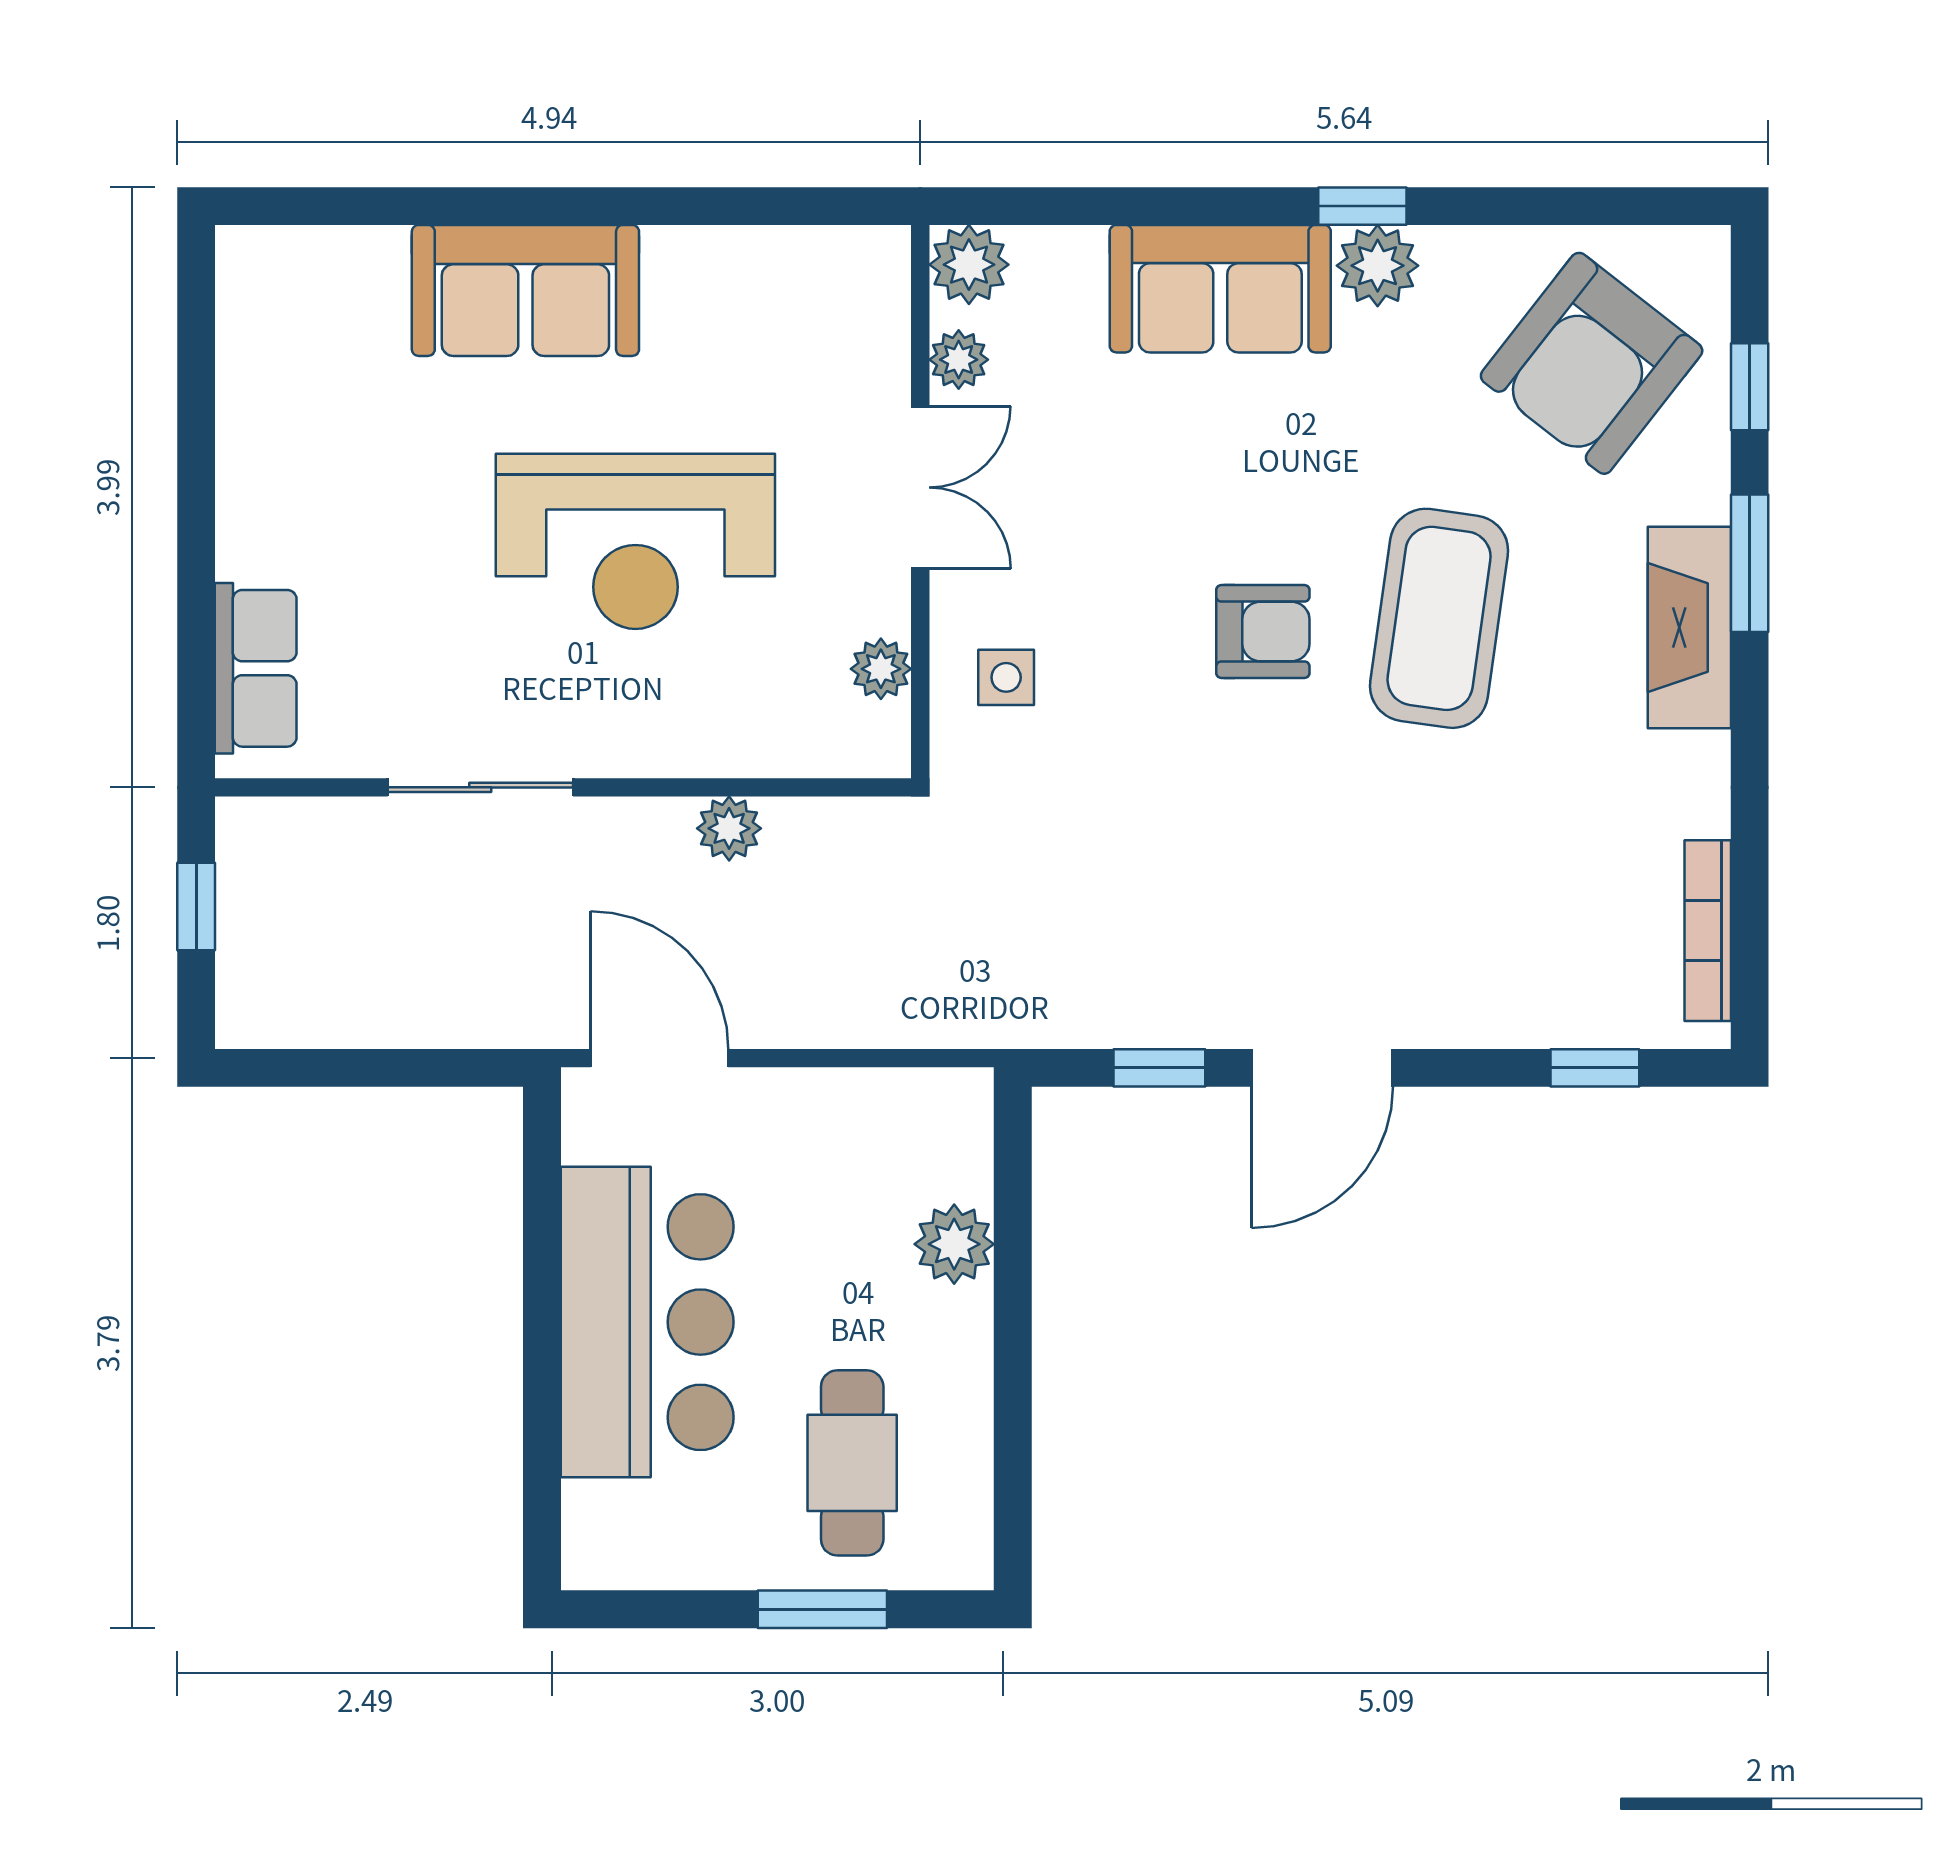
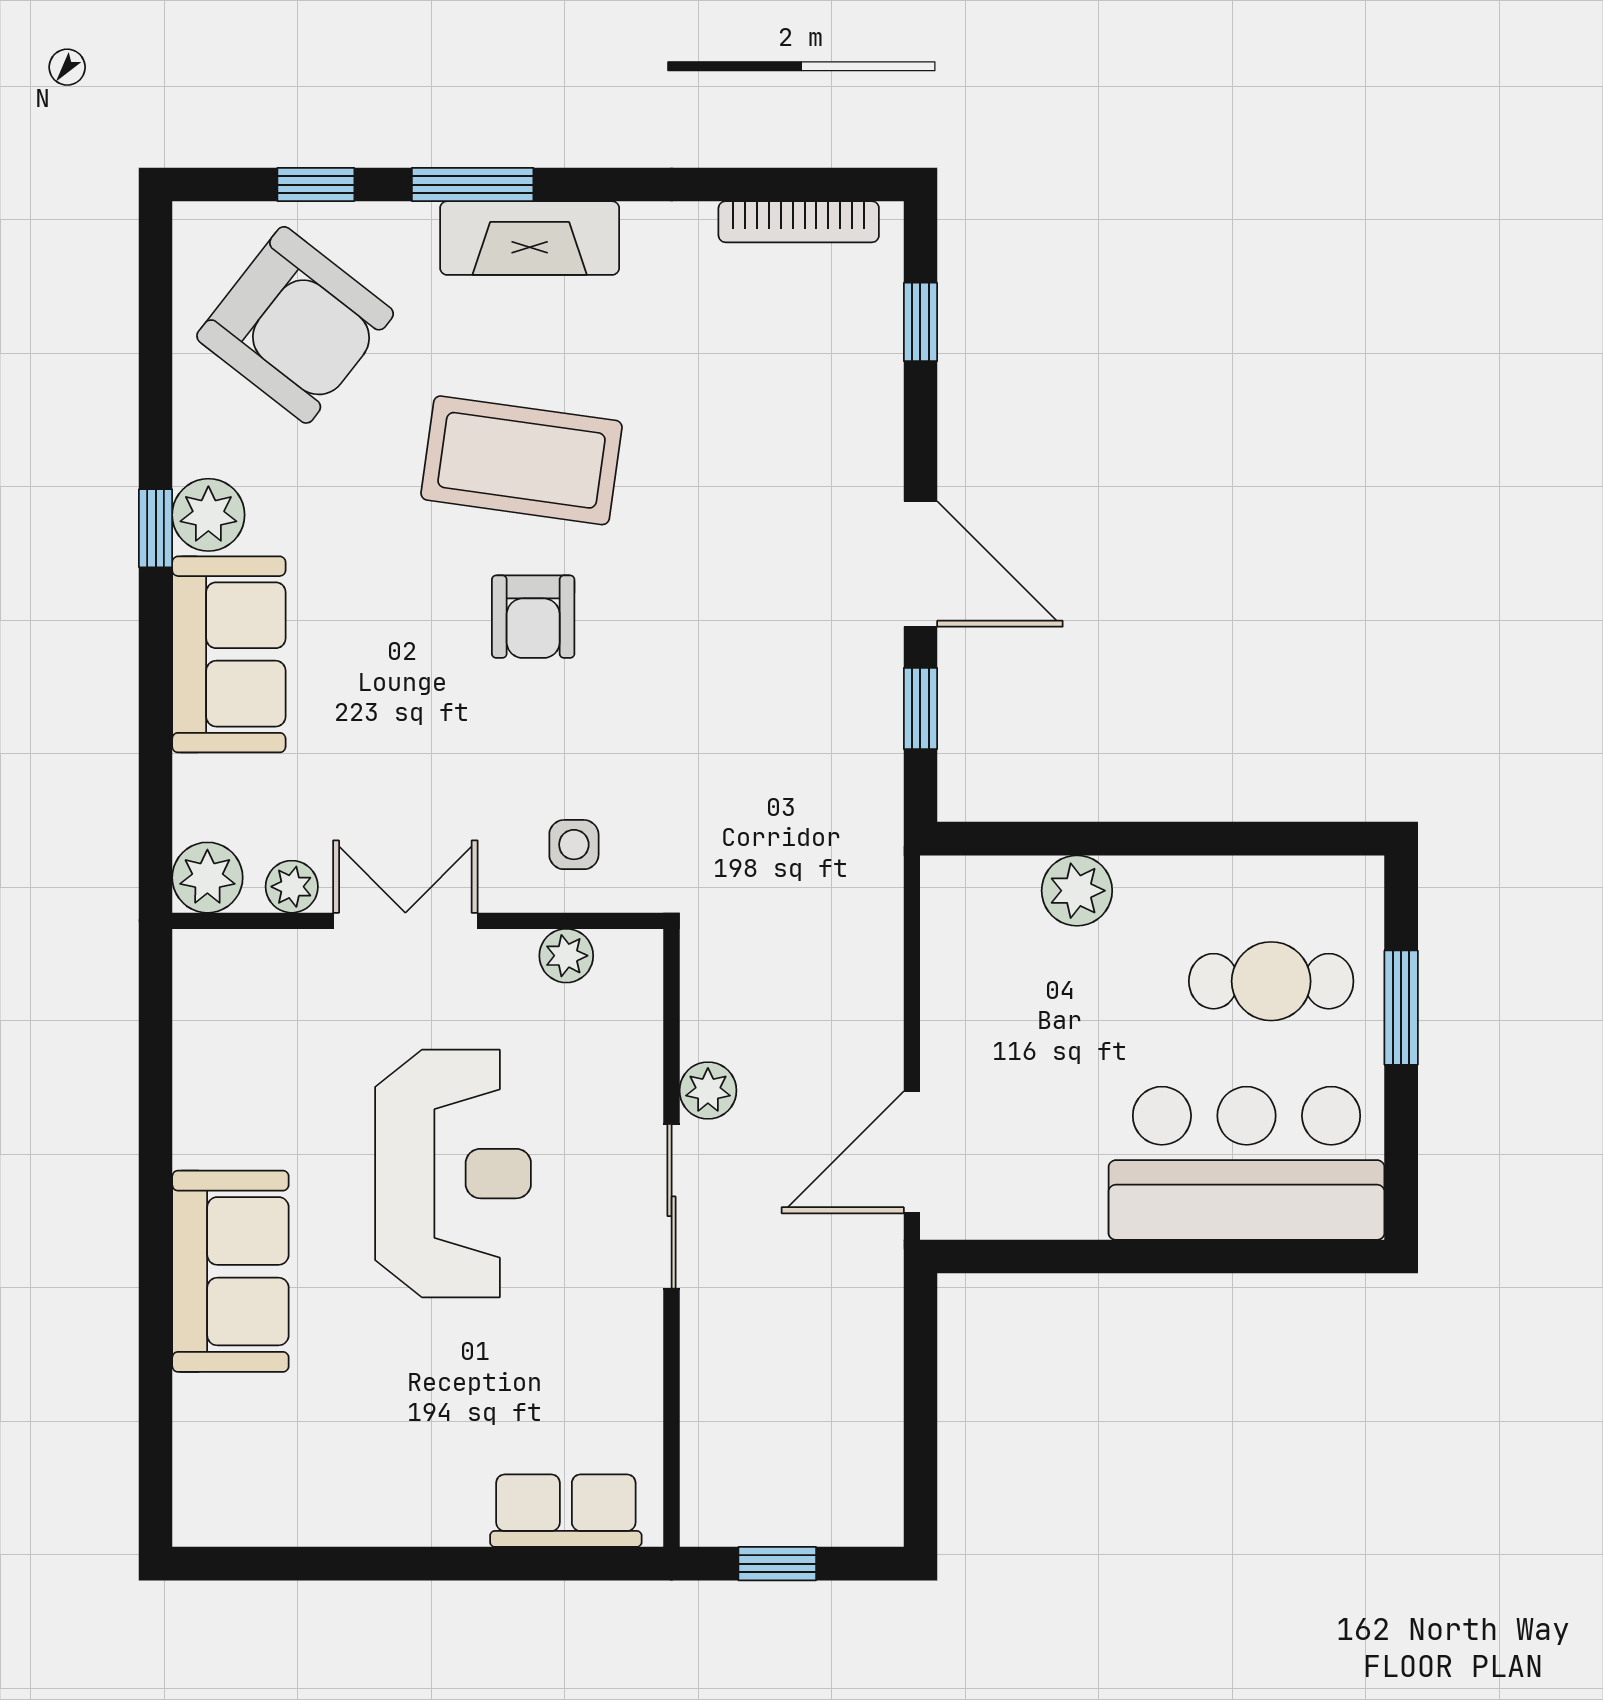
armchair: (1263, 631) -> (533, 617), turned 180
sliding door: (480, 787) -> (672, 1206), moved
bar counter: (647, 1322) -> (1247, 1163), moved

